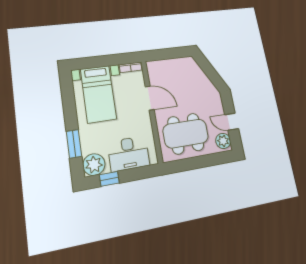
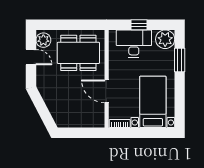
window: (109, 179) -> (139, 25), moved

